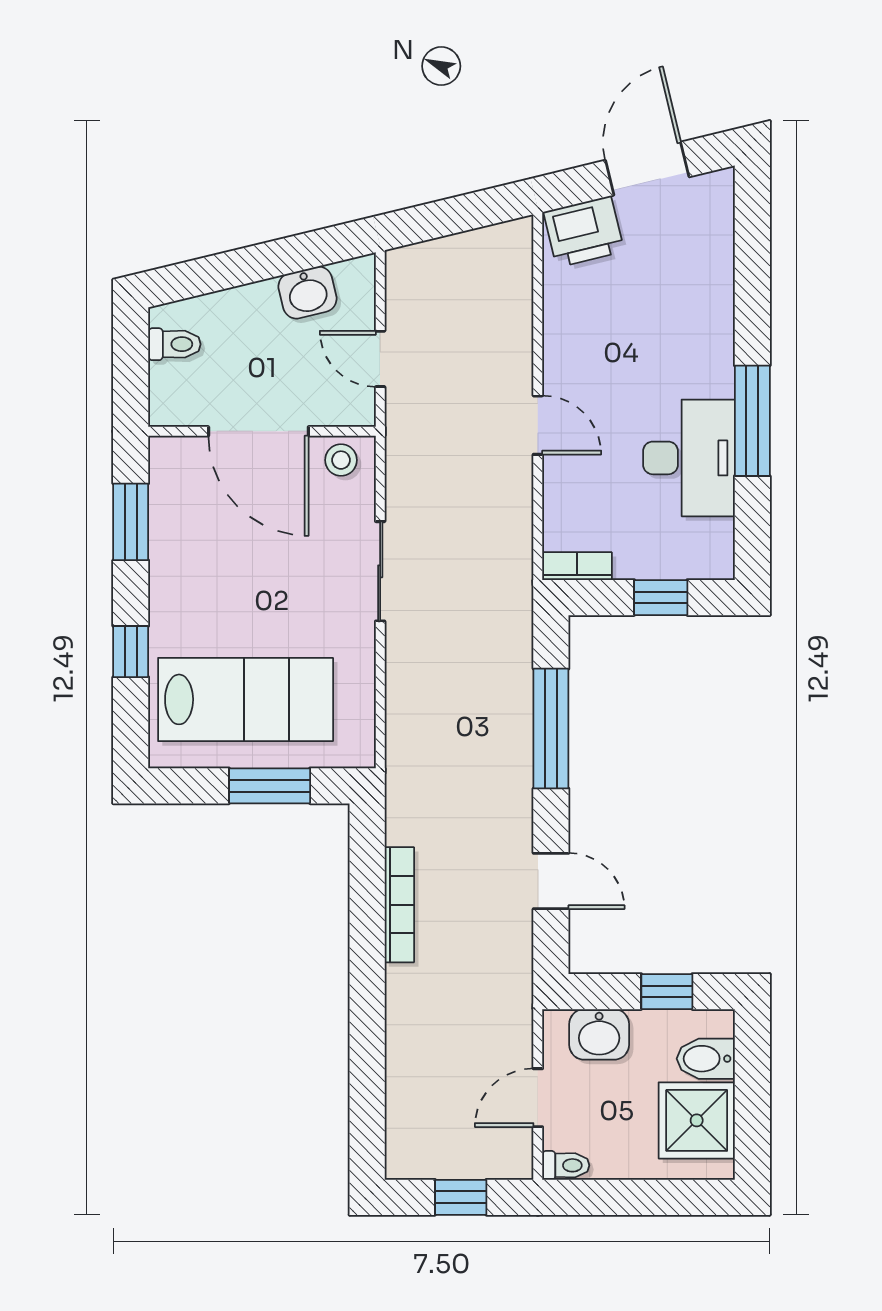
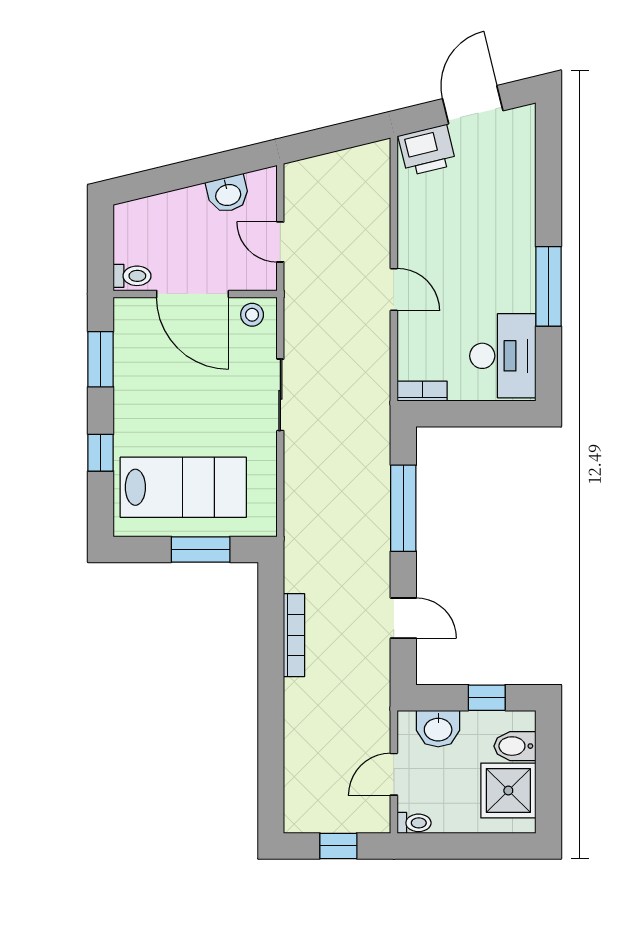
toilet: (174, 344) -> (132, 276), moved
desk: (689, 458) -> (503, 356), moved
window: (661, 598) -> (482, 414), removed

